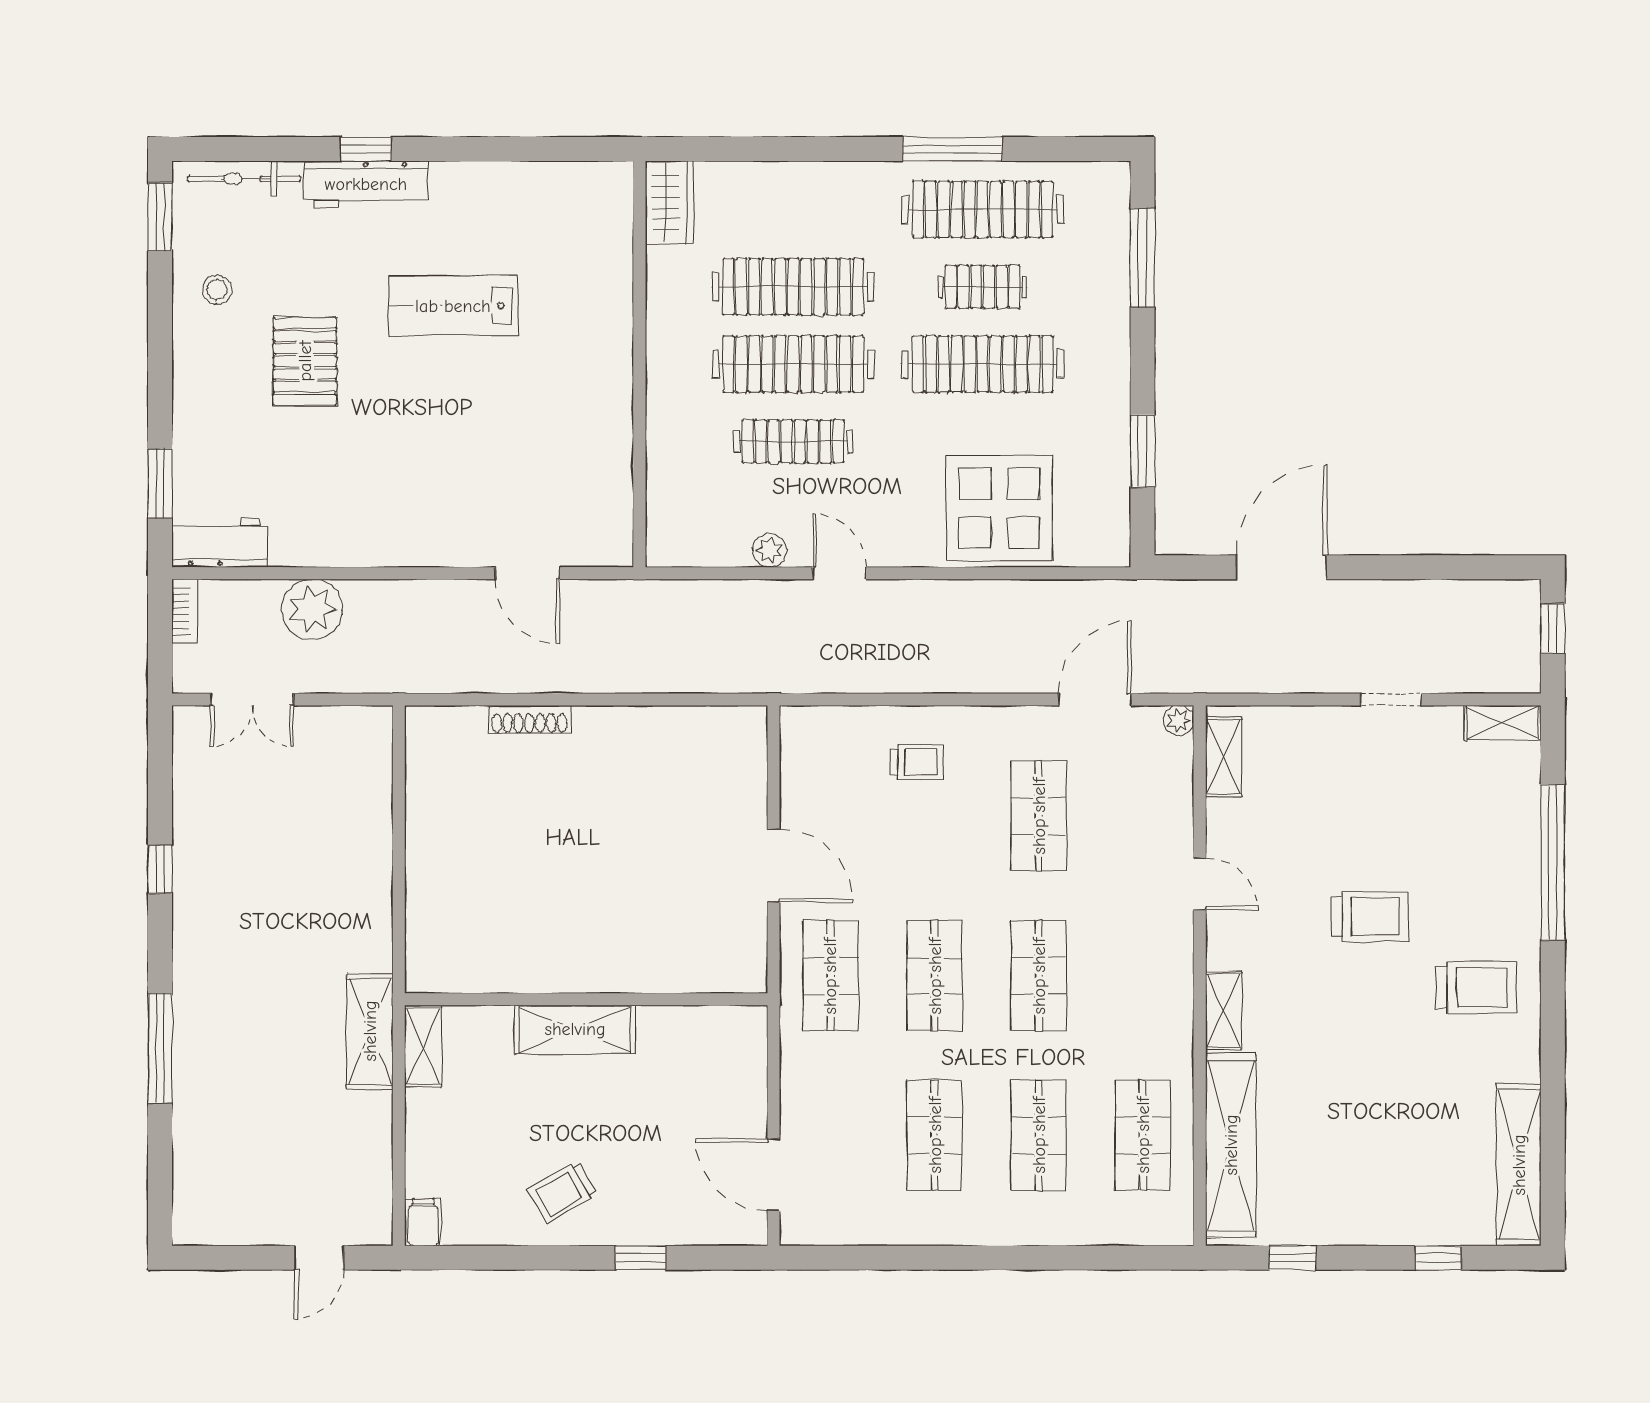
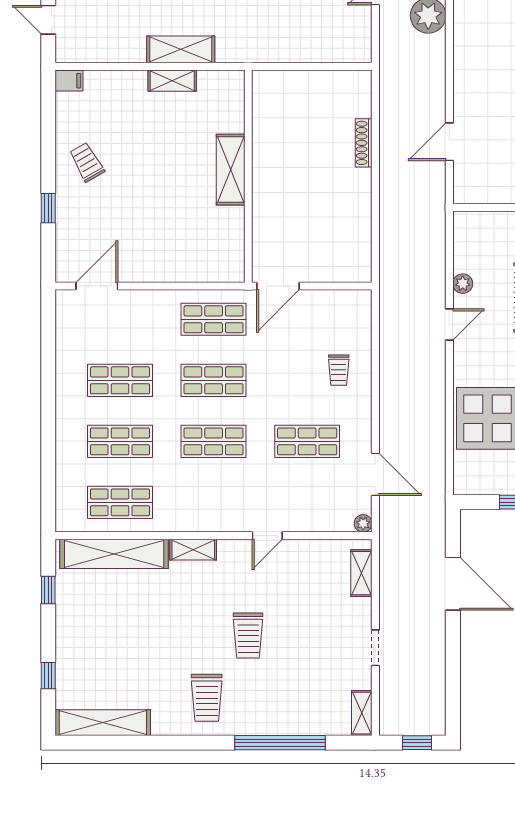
shelving: (1224, 757) -> (361, 573), moved, turned 90
wall: (586, 999) -> (248, 176), moved
shelving: (575, 1029) -> (231, 170), moved

